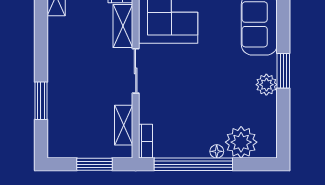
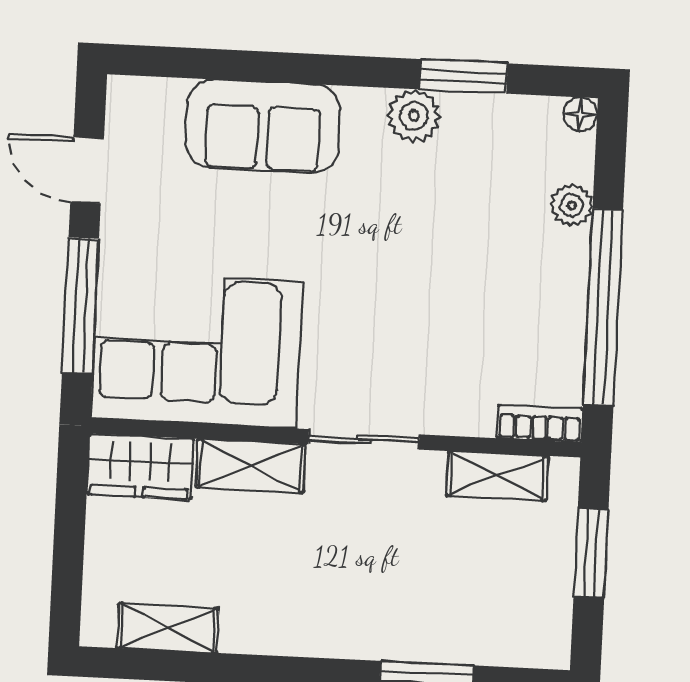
window: (283, 71) -> (464, 76), moved
plant: (241, 142) -> (572, 205), width x0.53, depth x0.53
floor lamp: (217, 151) -> (580, 114), moved

